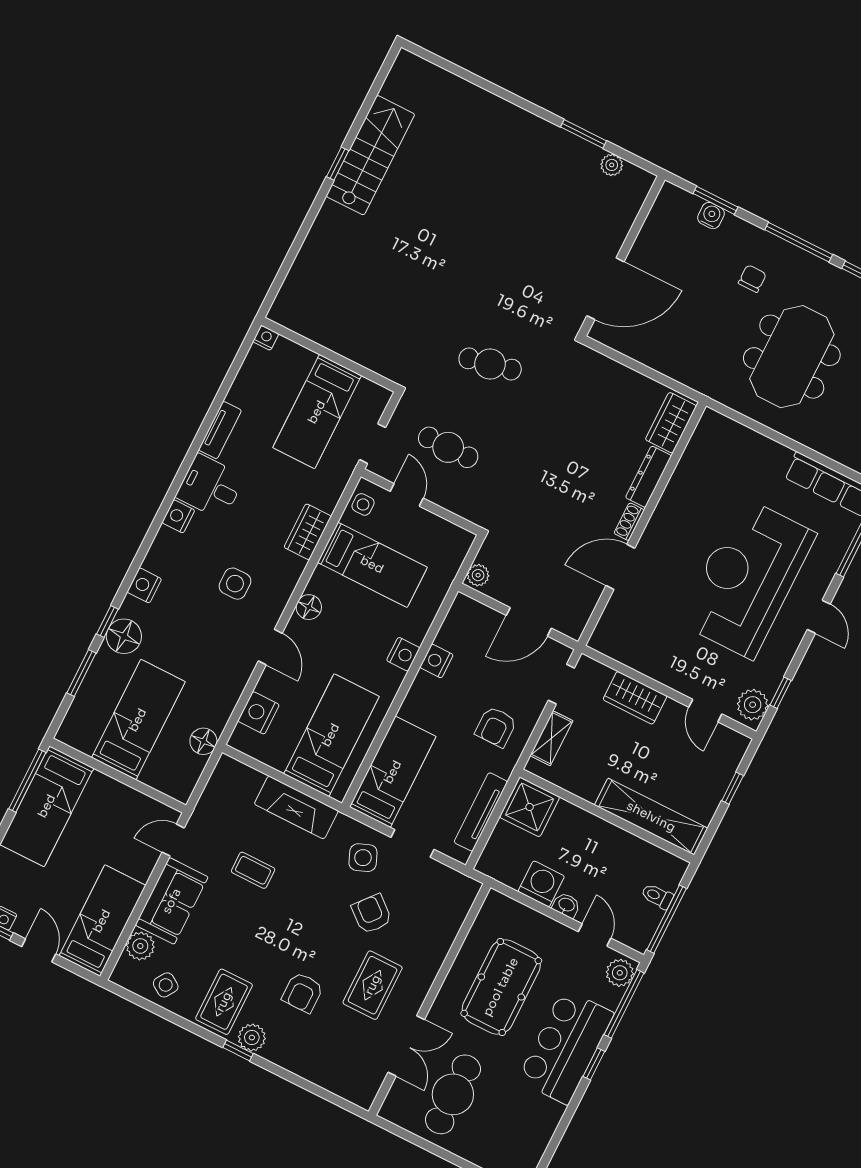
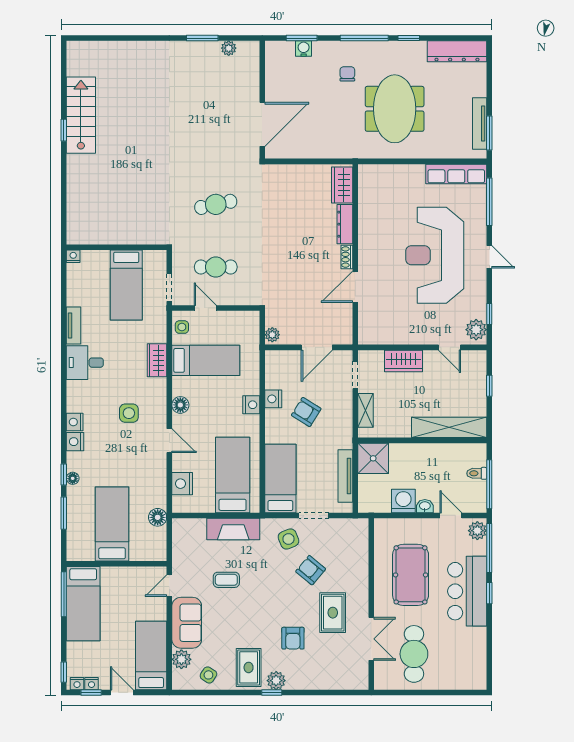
nightstand: (178, 516) -> (75, 422), moved
floor lamp: (124, 636) -> (73, 478), width x0.53, depth x0.53
armchair: (496, 727) -> (306, 412), moved, turned 122

